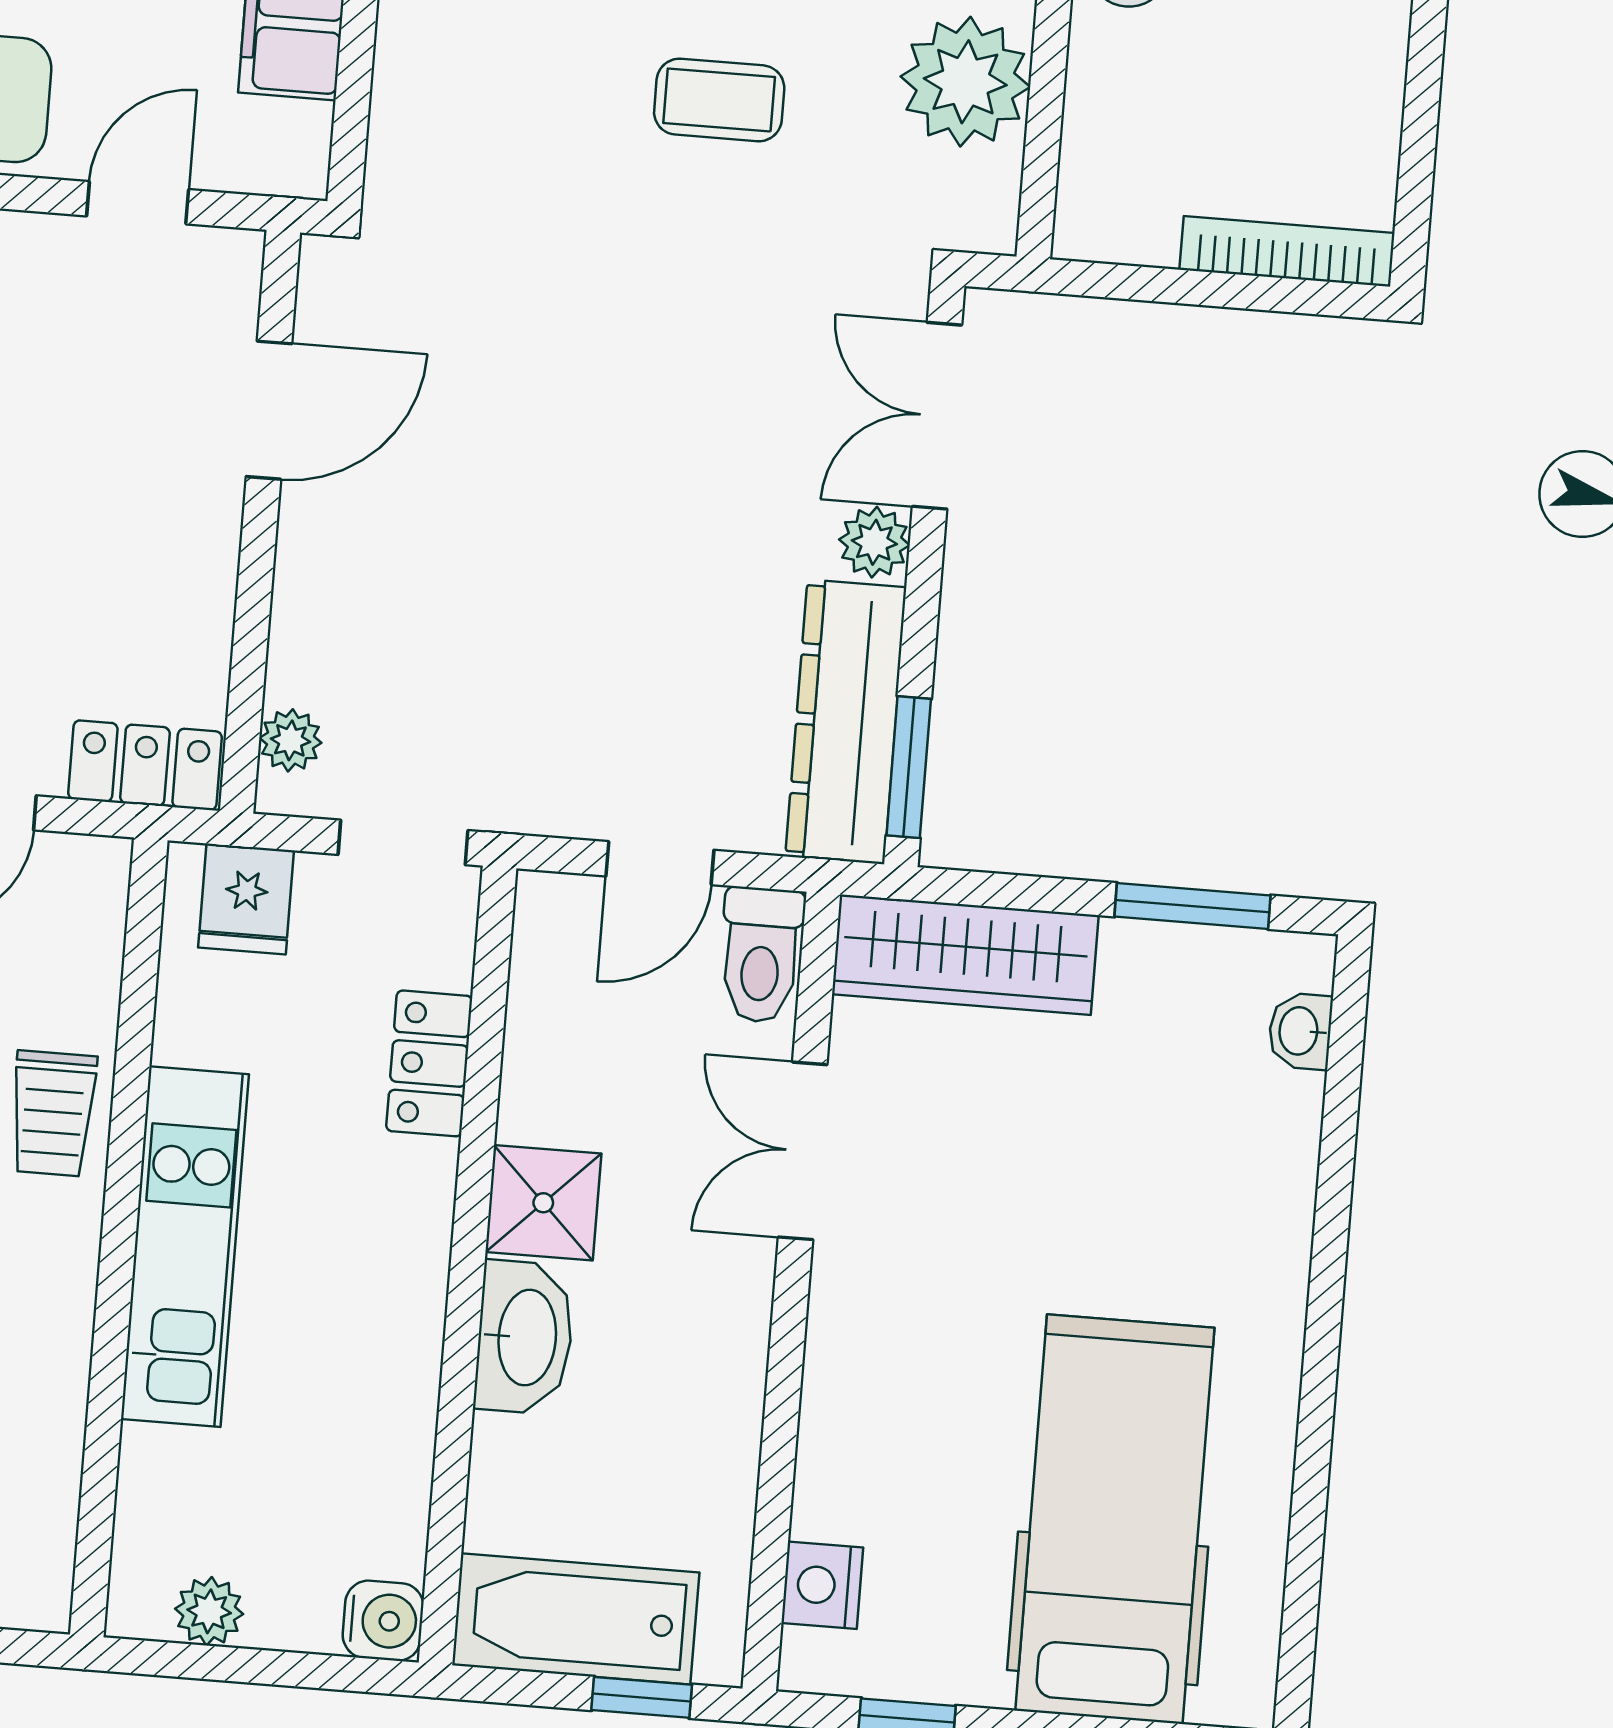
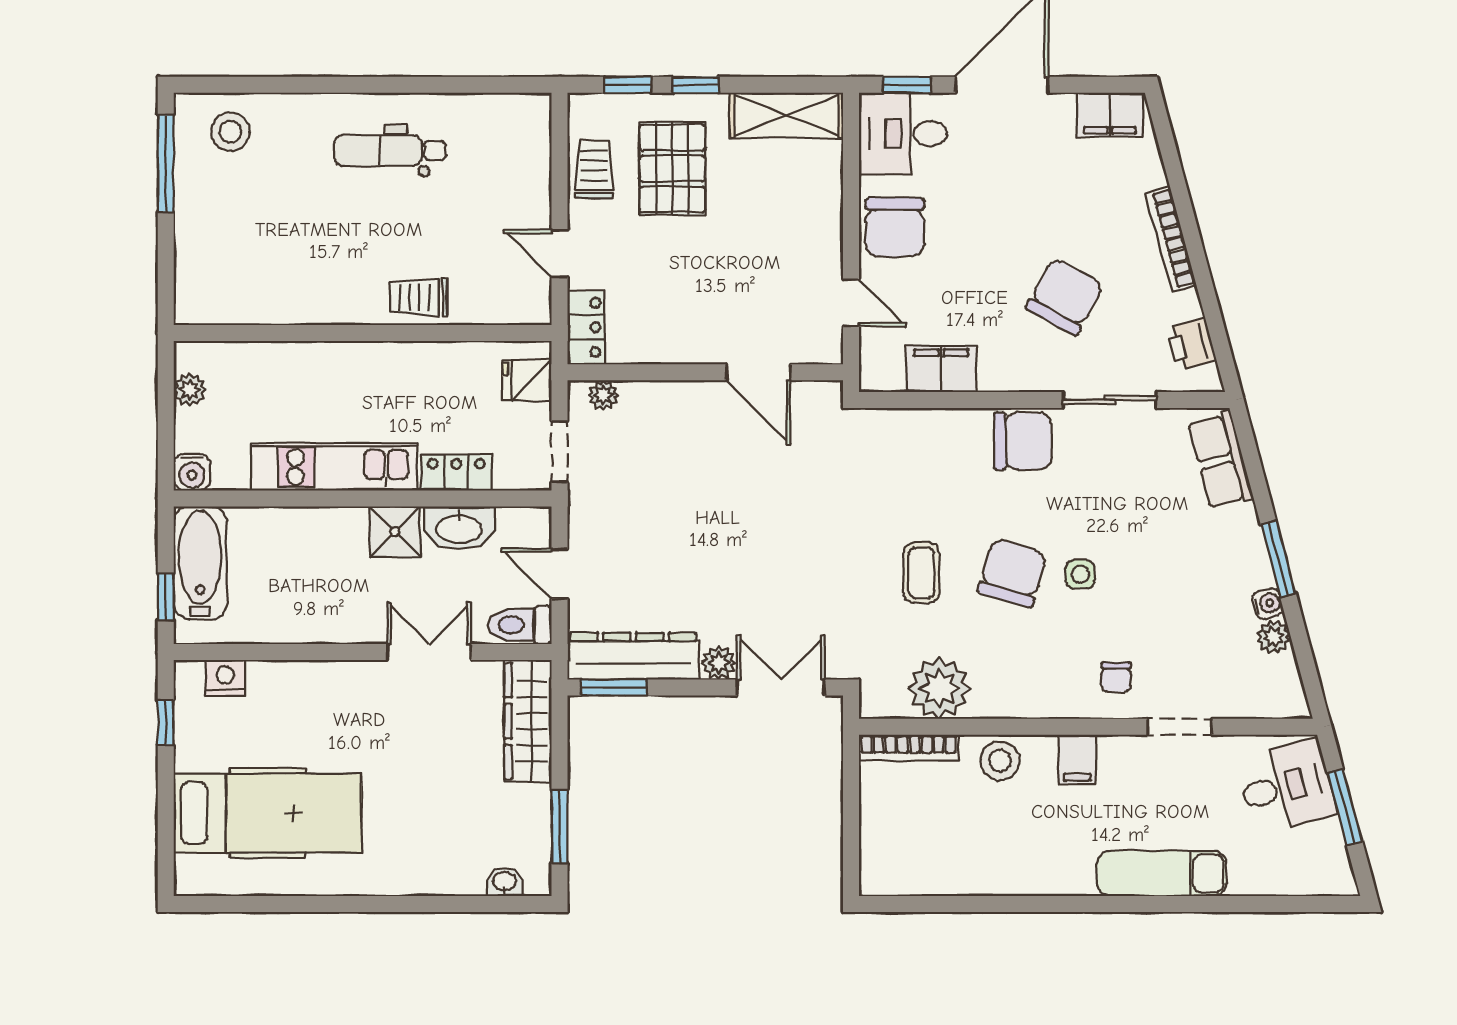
bookcase: (1287, 251) -> (909, 748), moved, turned 90
kitchen unit: (185, 1247) -> (334, 467), moved, turned 180
washbasin: (525, 1337) -> (459, 528), moved

